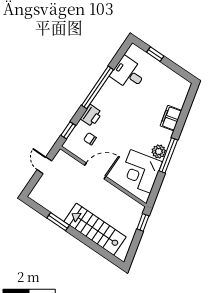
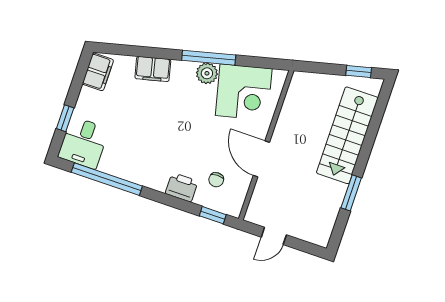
desk: (128, 73) -> (83, 143), moved
filing cabinet: (179, 83) -> (98, 72), added
window: (97, 87) -> (107, 179), moved
window: (143, 222) -> (359, 71), moved

